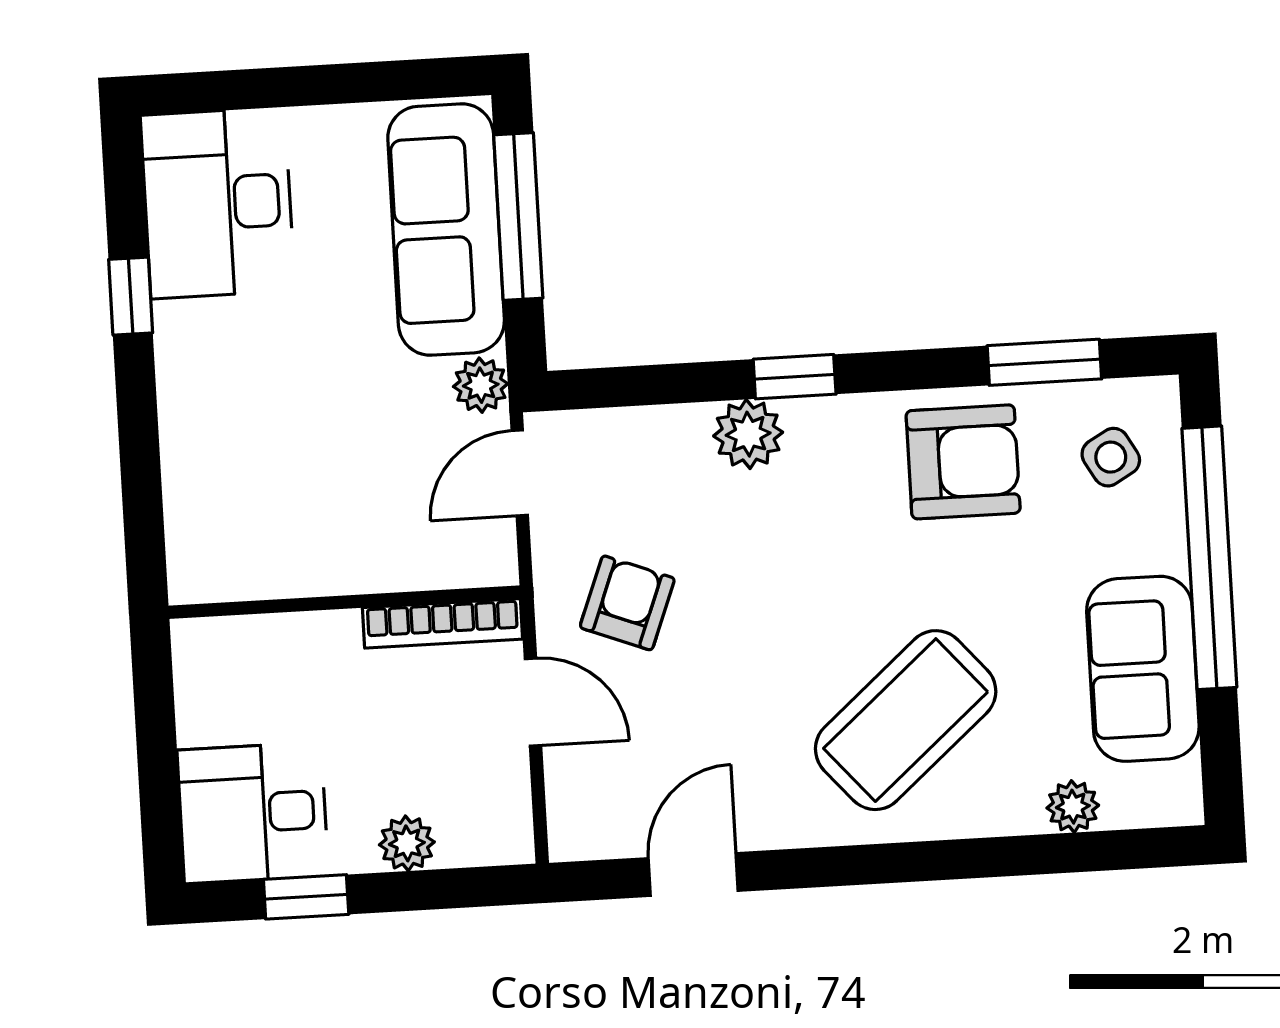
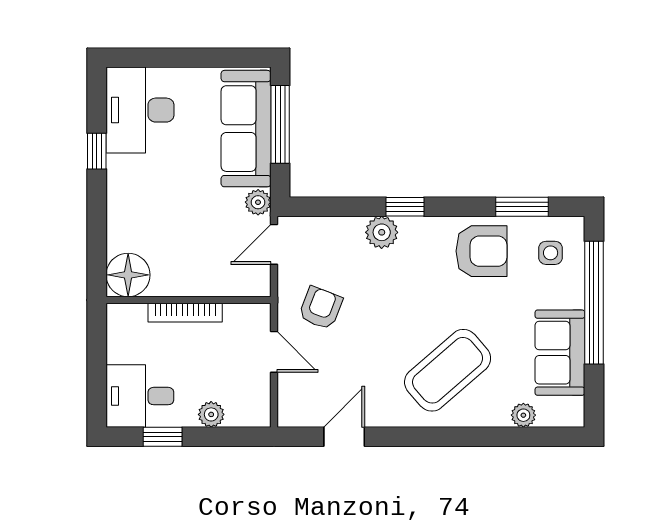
side table: (1111, 457) -> (551, 253), turned 30
floor lamp: (212, 556) -> (128, 275), added
bookcase: (443, 623) -> (185, 313), moved

